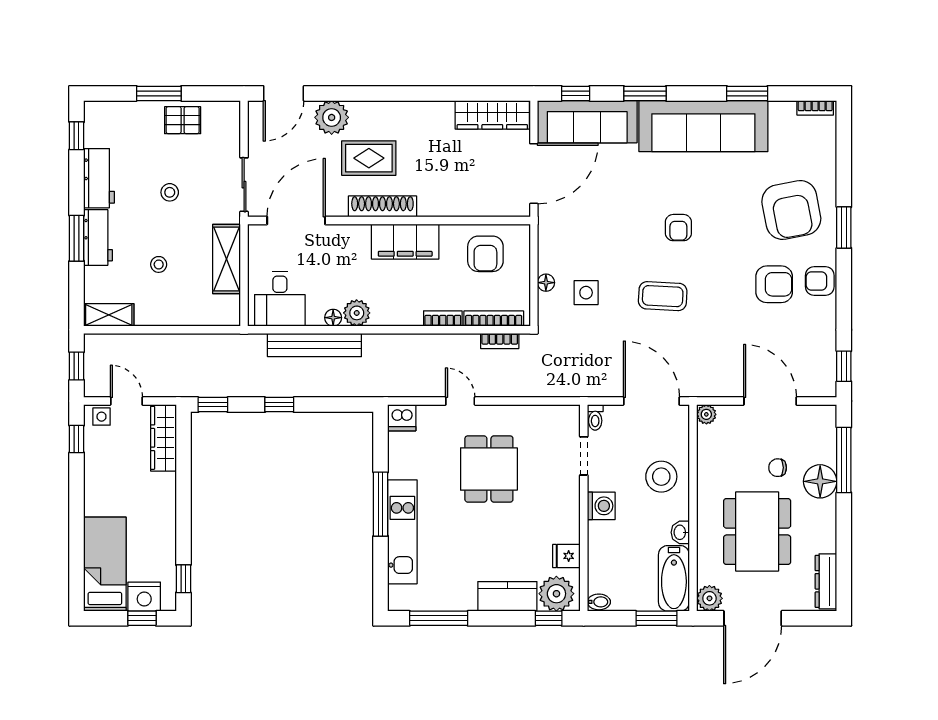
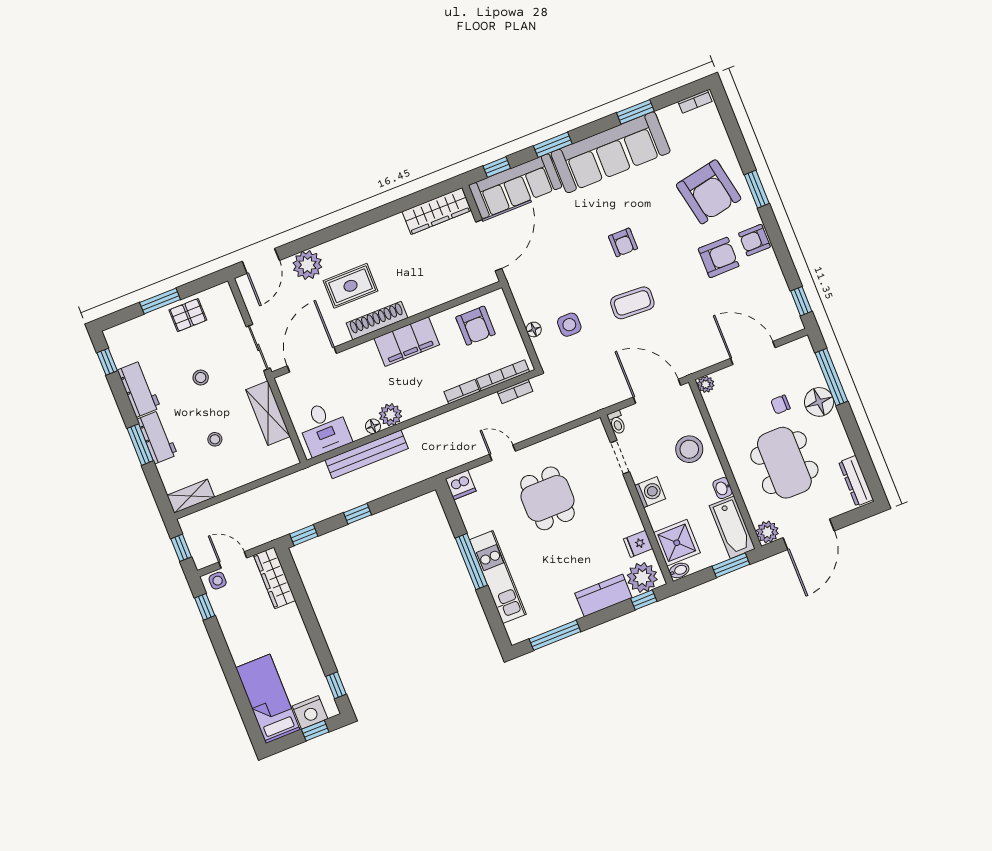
shower: (608, 571) -> (677, 543), added

